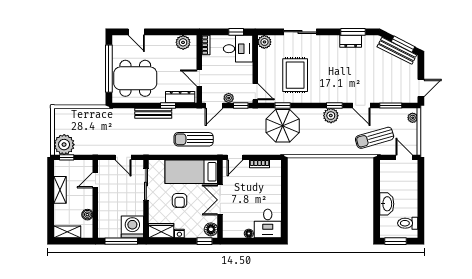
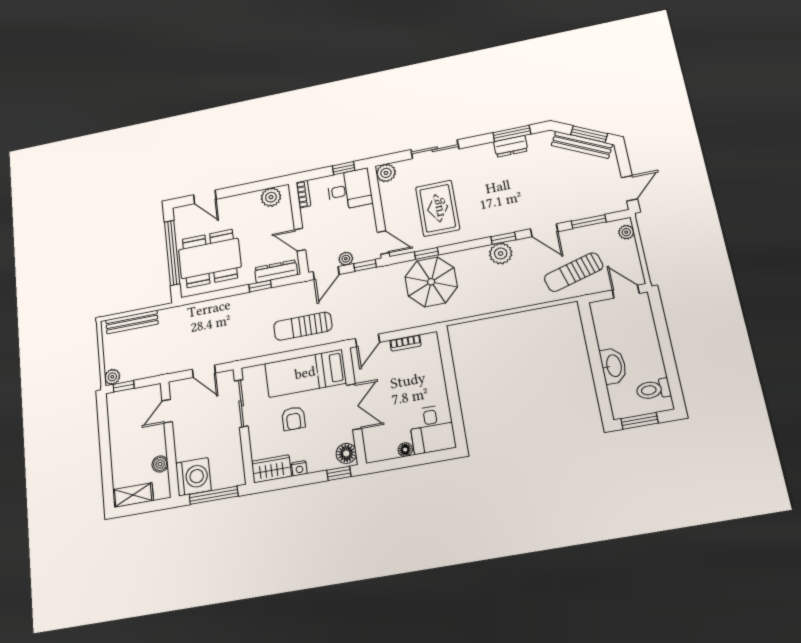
bench: (153, 113) -> (132, 322), moved
plant: (64, 145) -> (112, 377), width x0.53, depth x0.53
shelving: (60, 190) -> (118, 435), removed
double door: (220, 200) -> (354, 407), swing flipped
washing machine: (132, 227) -> (193, 477), moved, turned 90

